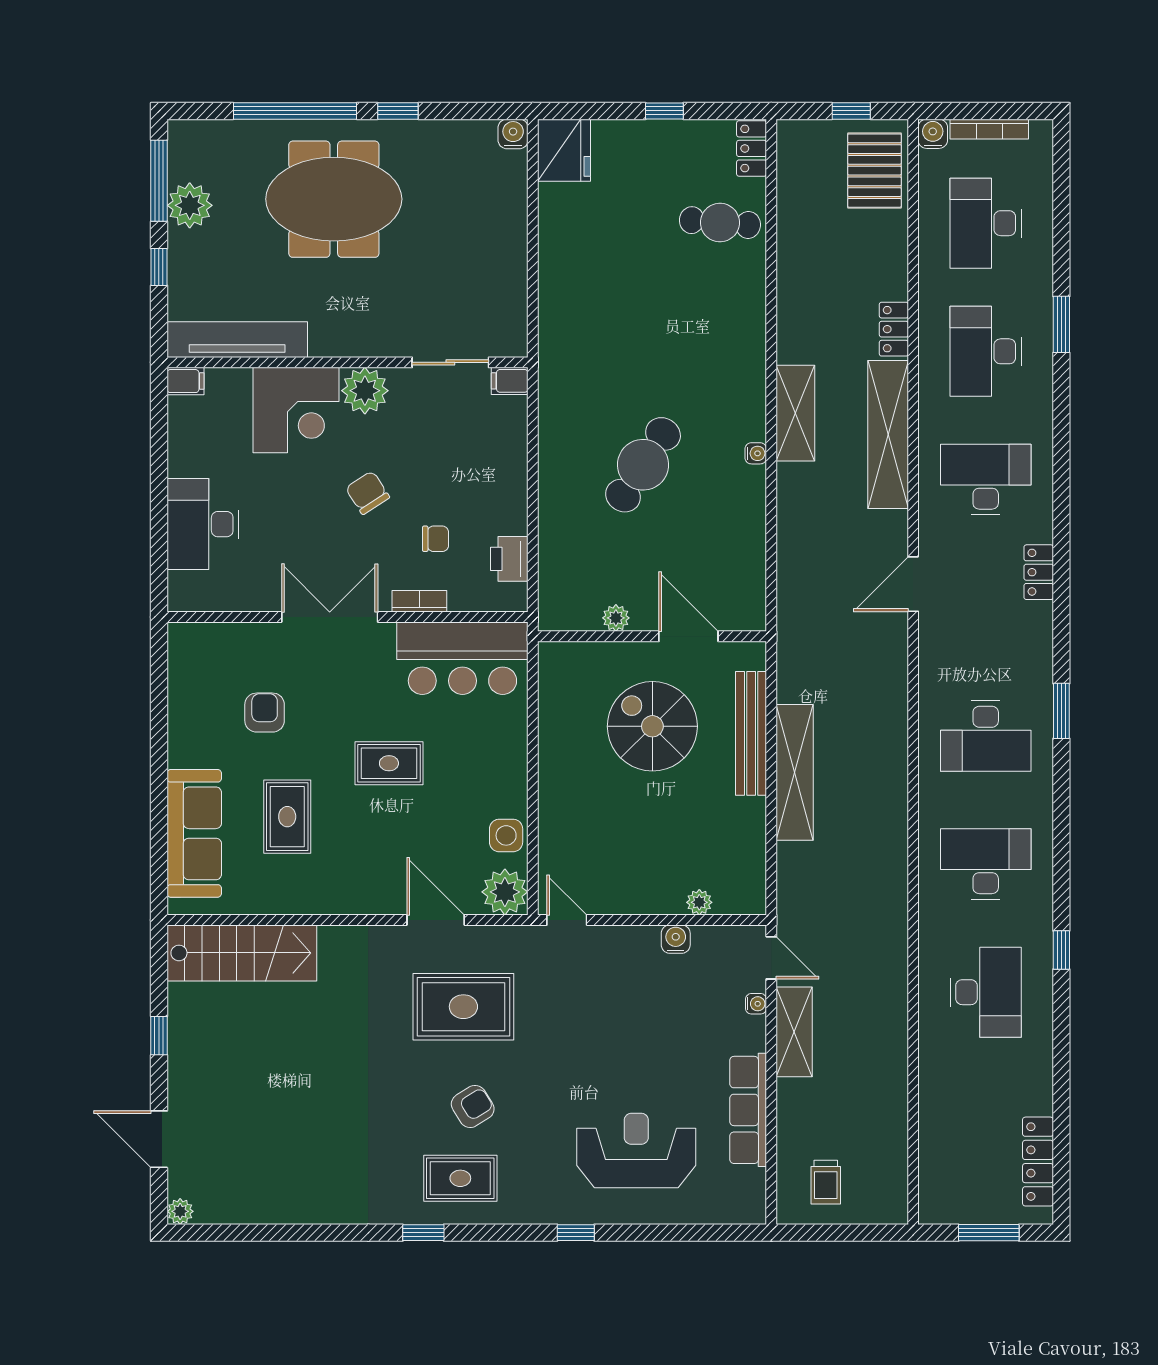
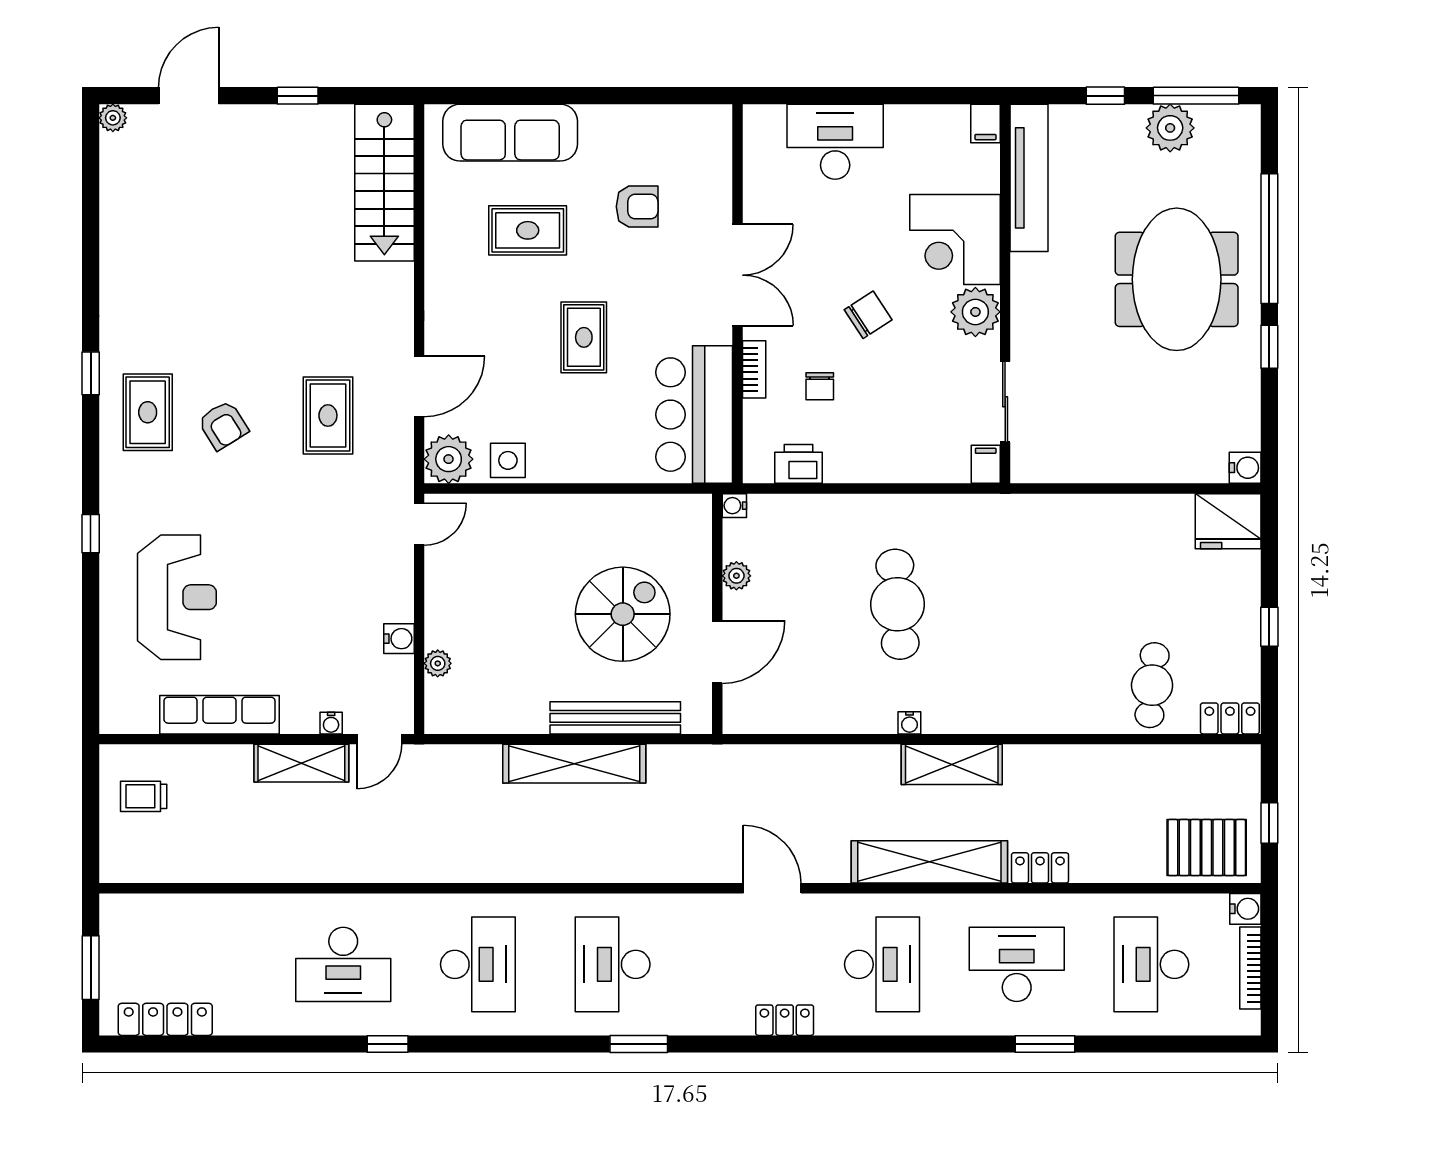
desk: (986, 223) -> (1151, 964), turned -90
cafe table: (643, 465) -> (898, 604), turned 53
water cooler: (549, 620) -> (734, 506), added
rug: (463, 1007) -> (328, 416), width x0.73, depth x0.70

